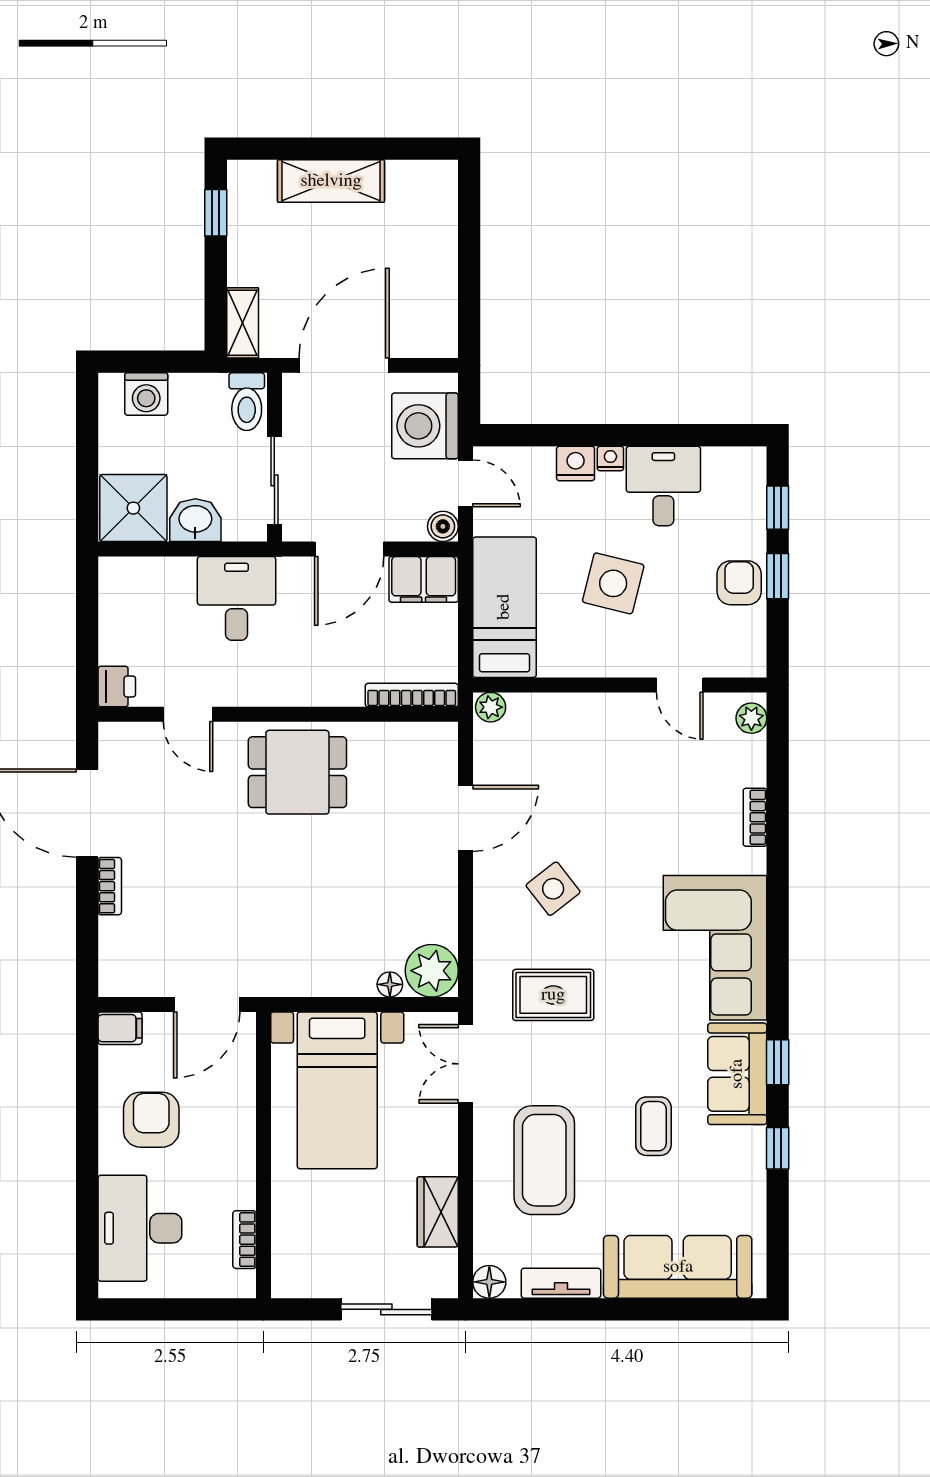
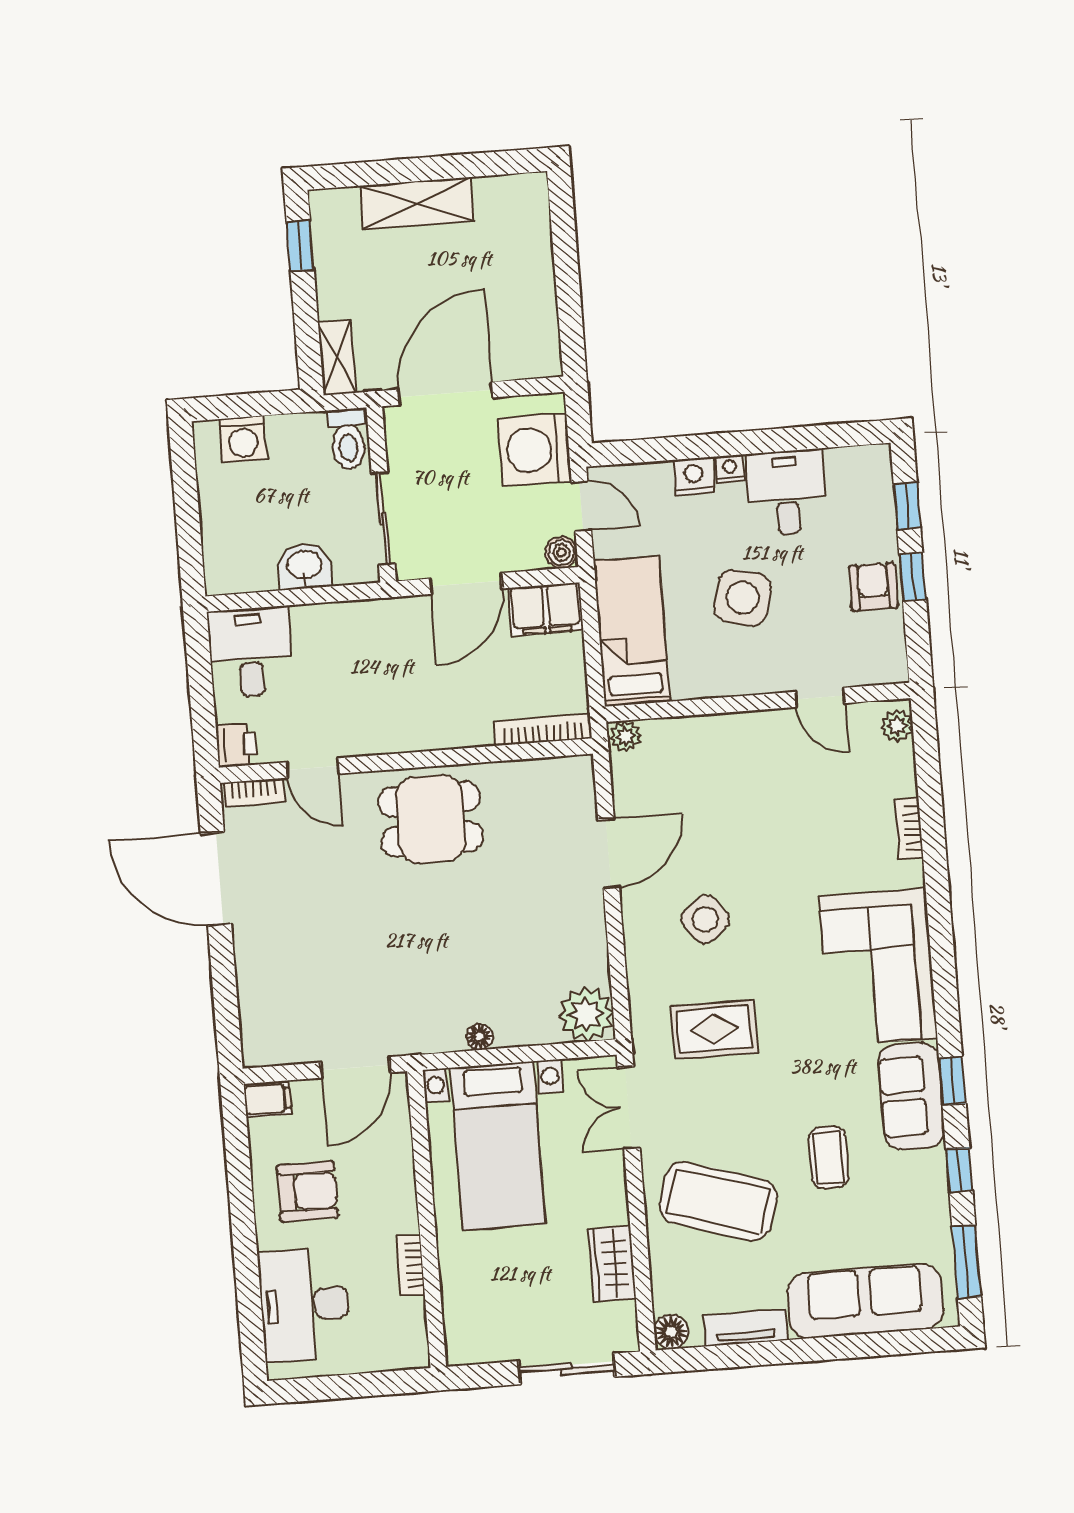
shower: (133, 508) -> (239, 559), removed
desk: (237, 598) -> (250, 652), moved
bookcase: (110, 886) -> (254, 792), moved, turned 90
floor lamp: (390, 984) -> (479, 1037), moved
armchair: (151, 1120) -> (307, 1191), turned 90
coffee table: (544, 1160) -> (718, 1201), turned -73
window: (778, 1237) -> (967, 1262), added
bookcase: (245, 1240) -> (411, 1266), moved

